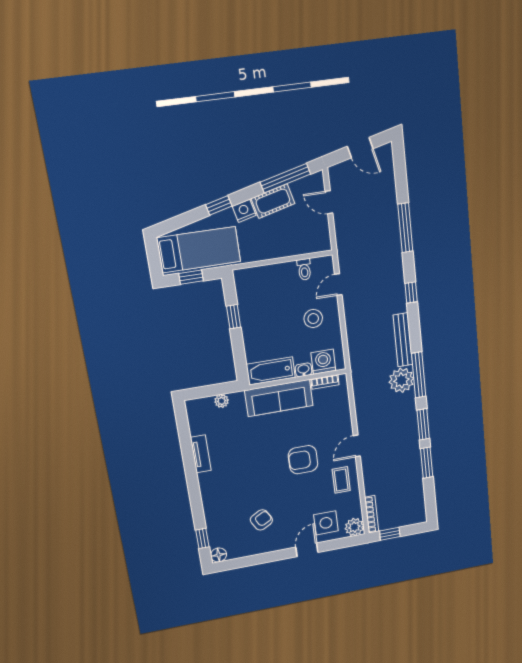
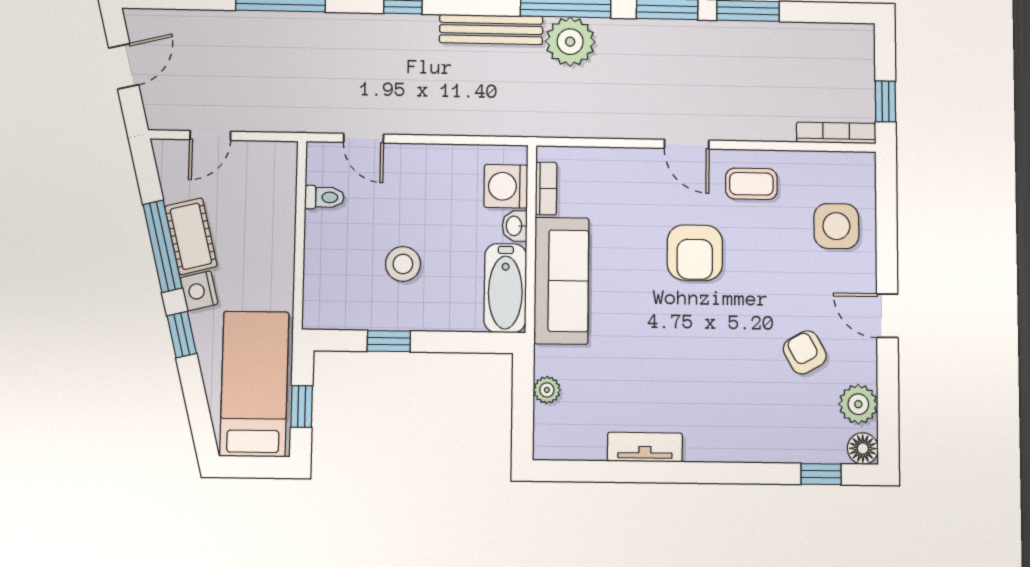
window: (285, 178) -> (163, 246), moved
stool: (313, 319) -> (403, 264), moved
plant: (354, 527) -> (858, 404), moved
door: (307, 550) -> (887, 316), moved

